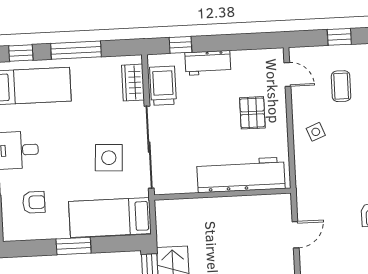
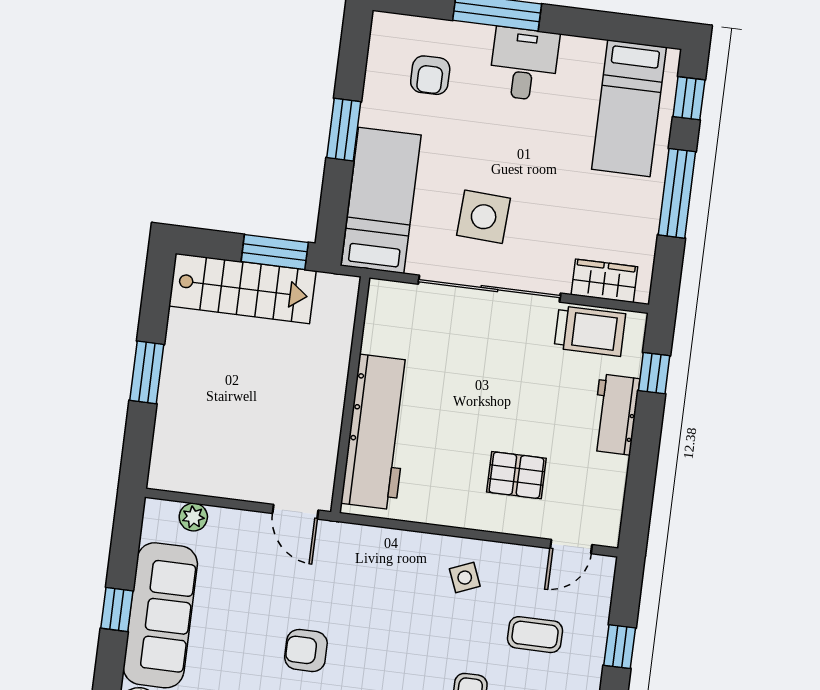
workbench: (241, 175) -> (377, 432), moved
wall: (222, 194) -> (350, 395), moved

